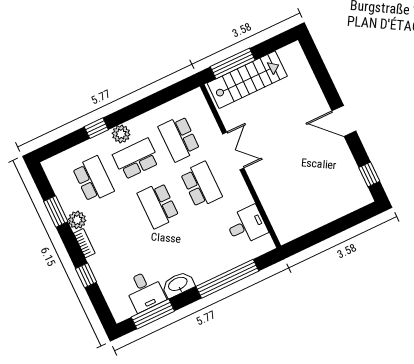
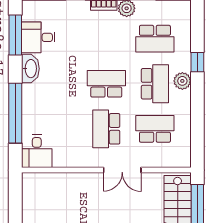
school desk: (201, 185) -> (106, 129), turned 90
desk: (247, 225) -> (37, 151), moved

